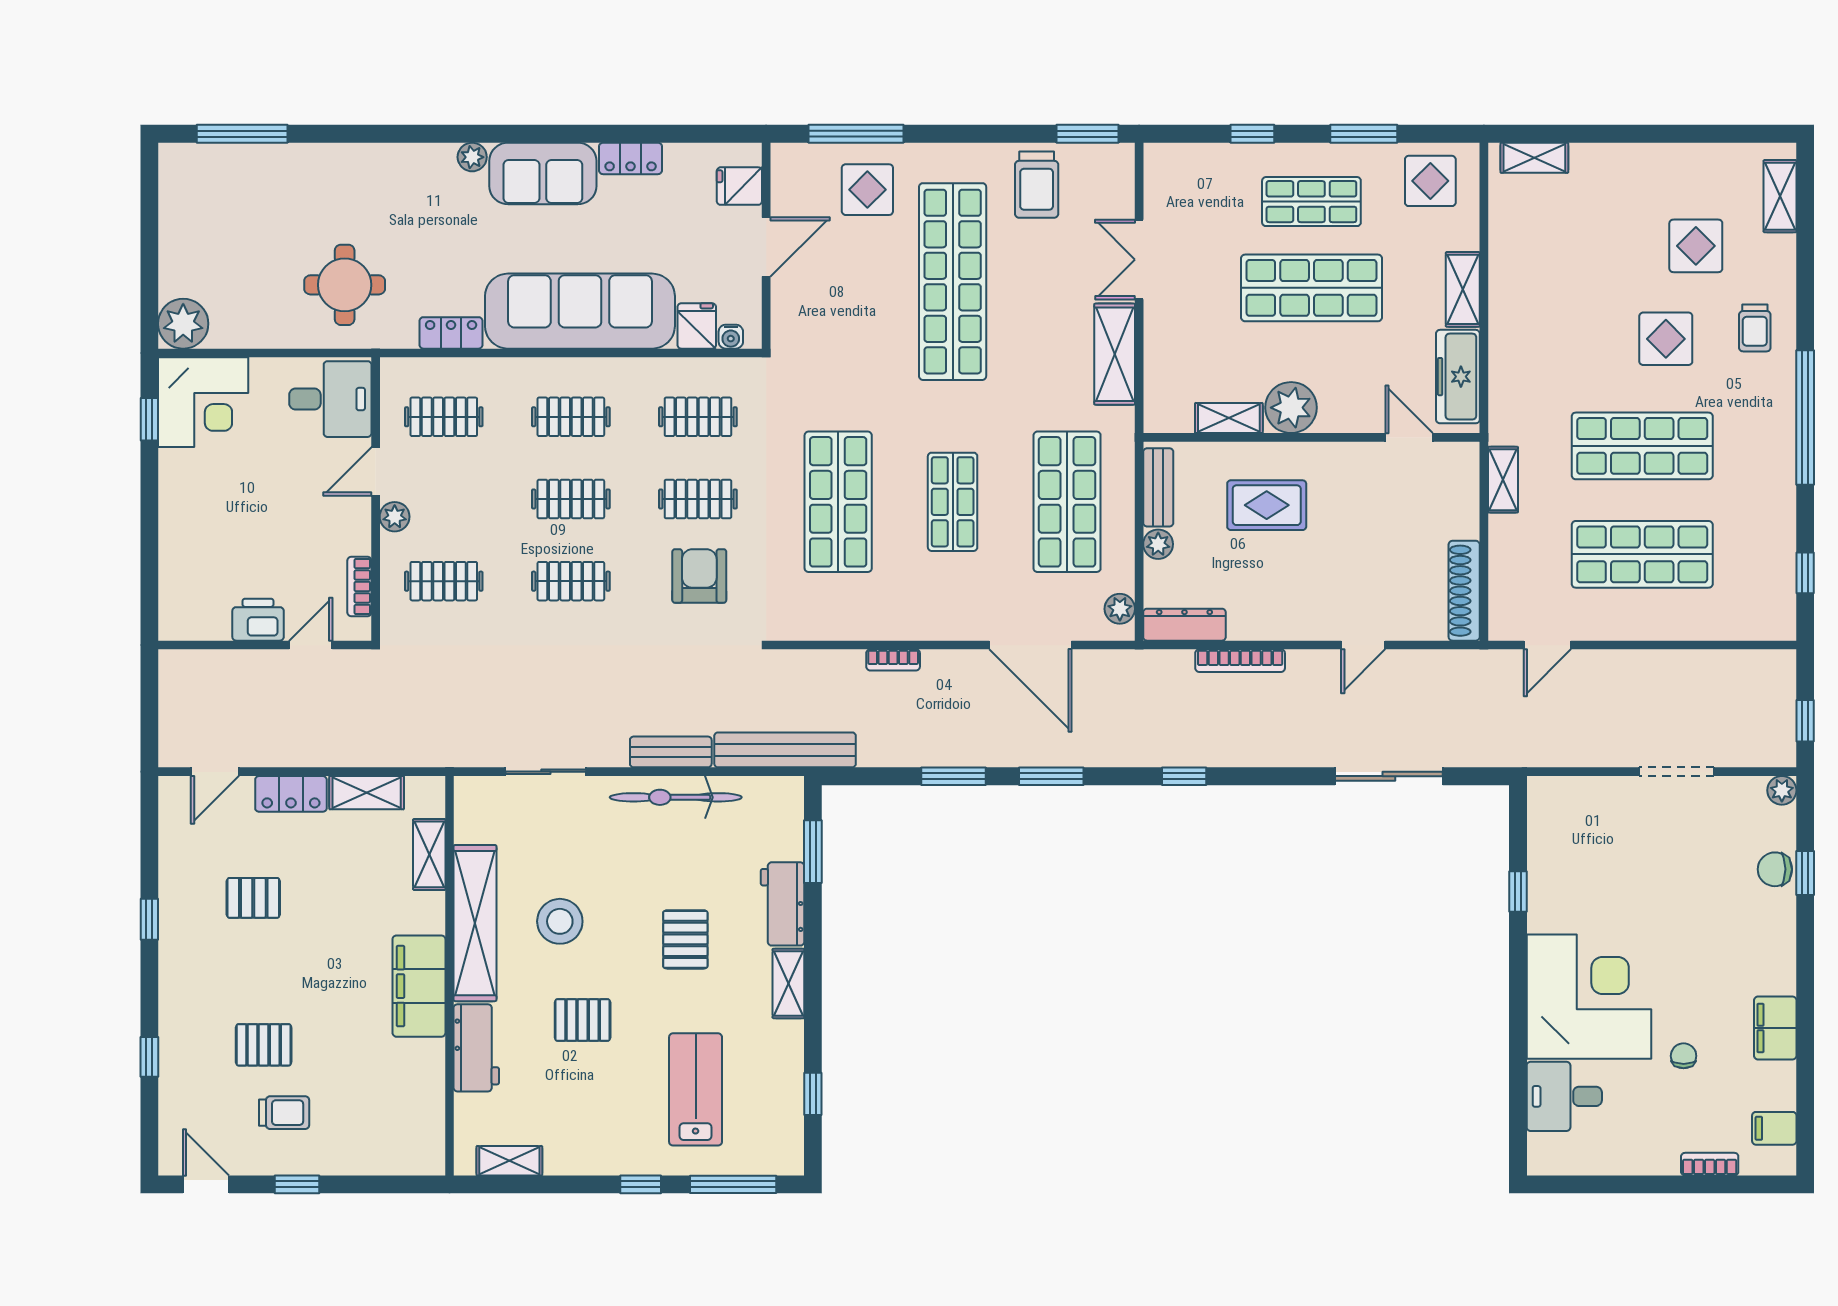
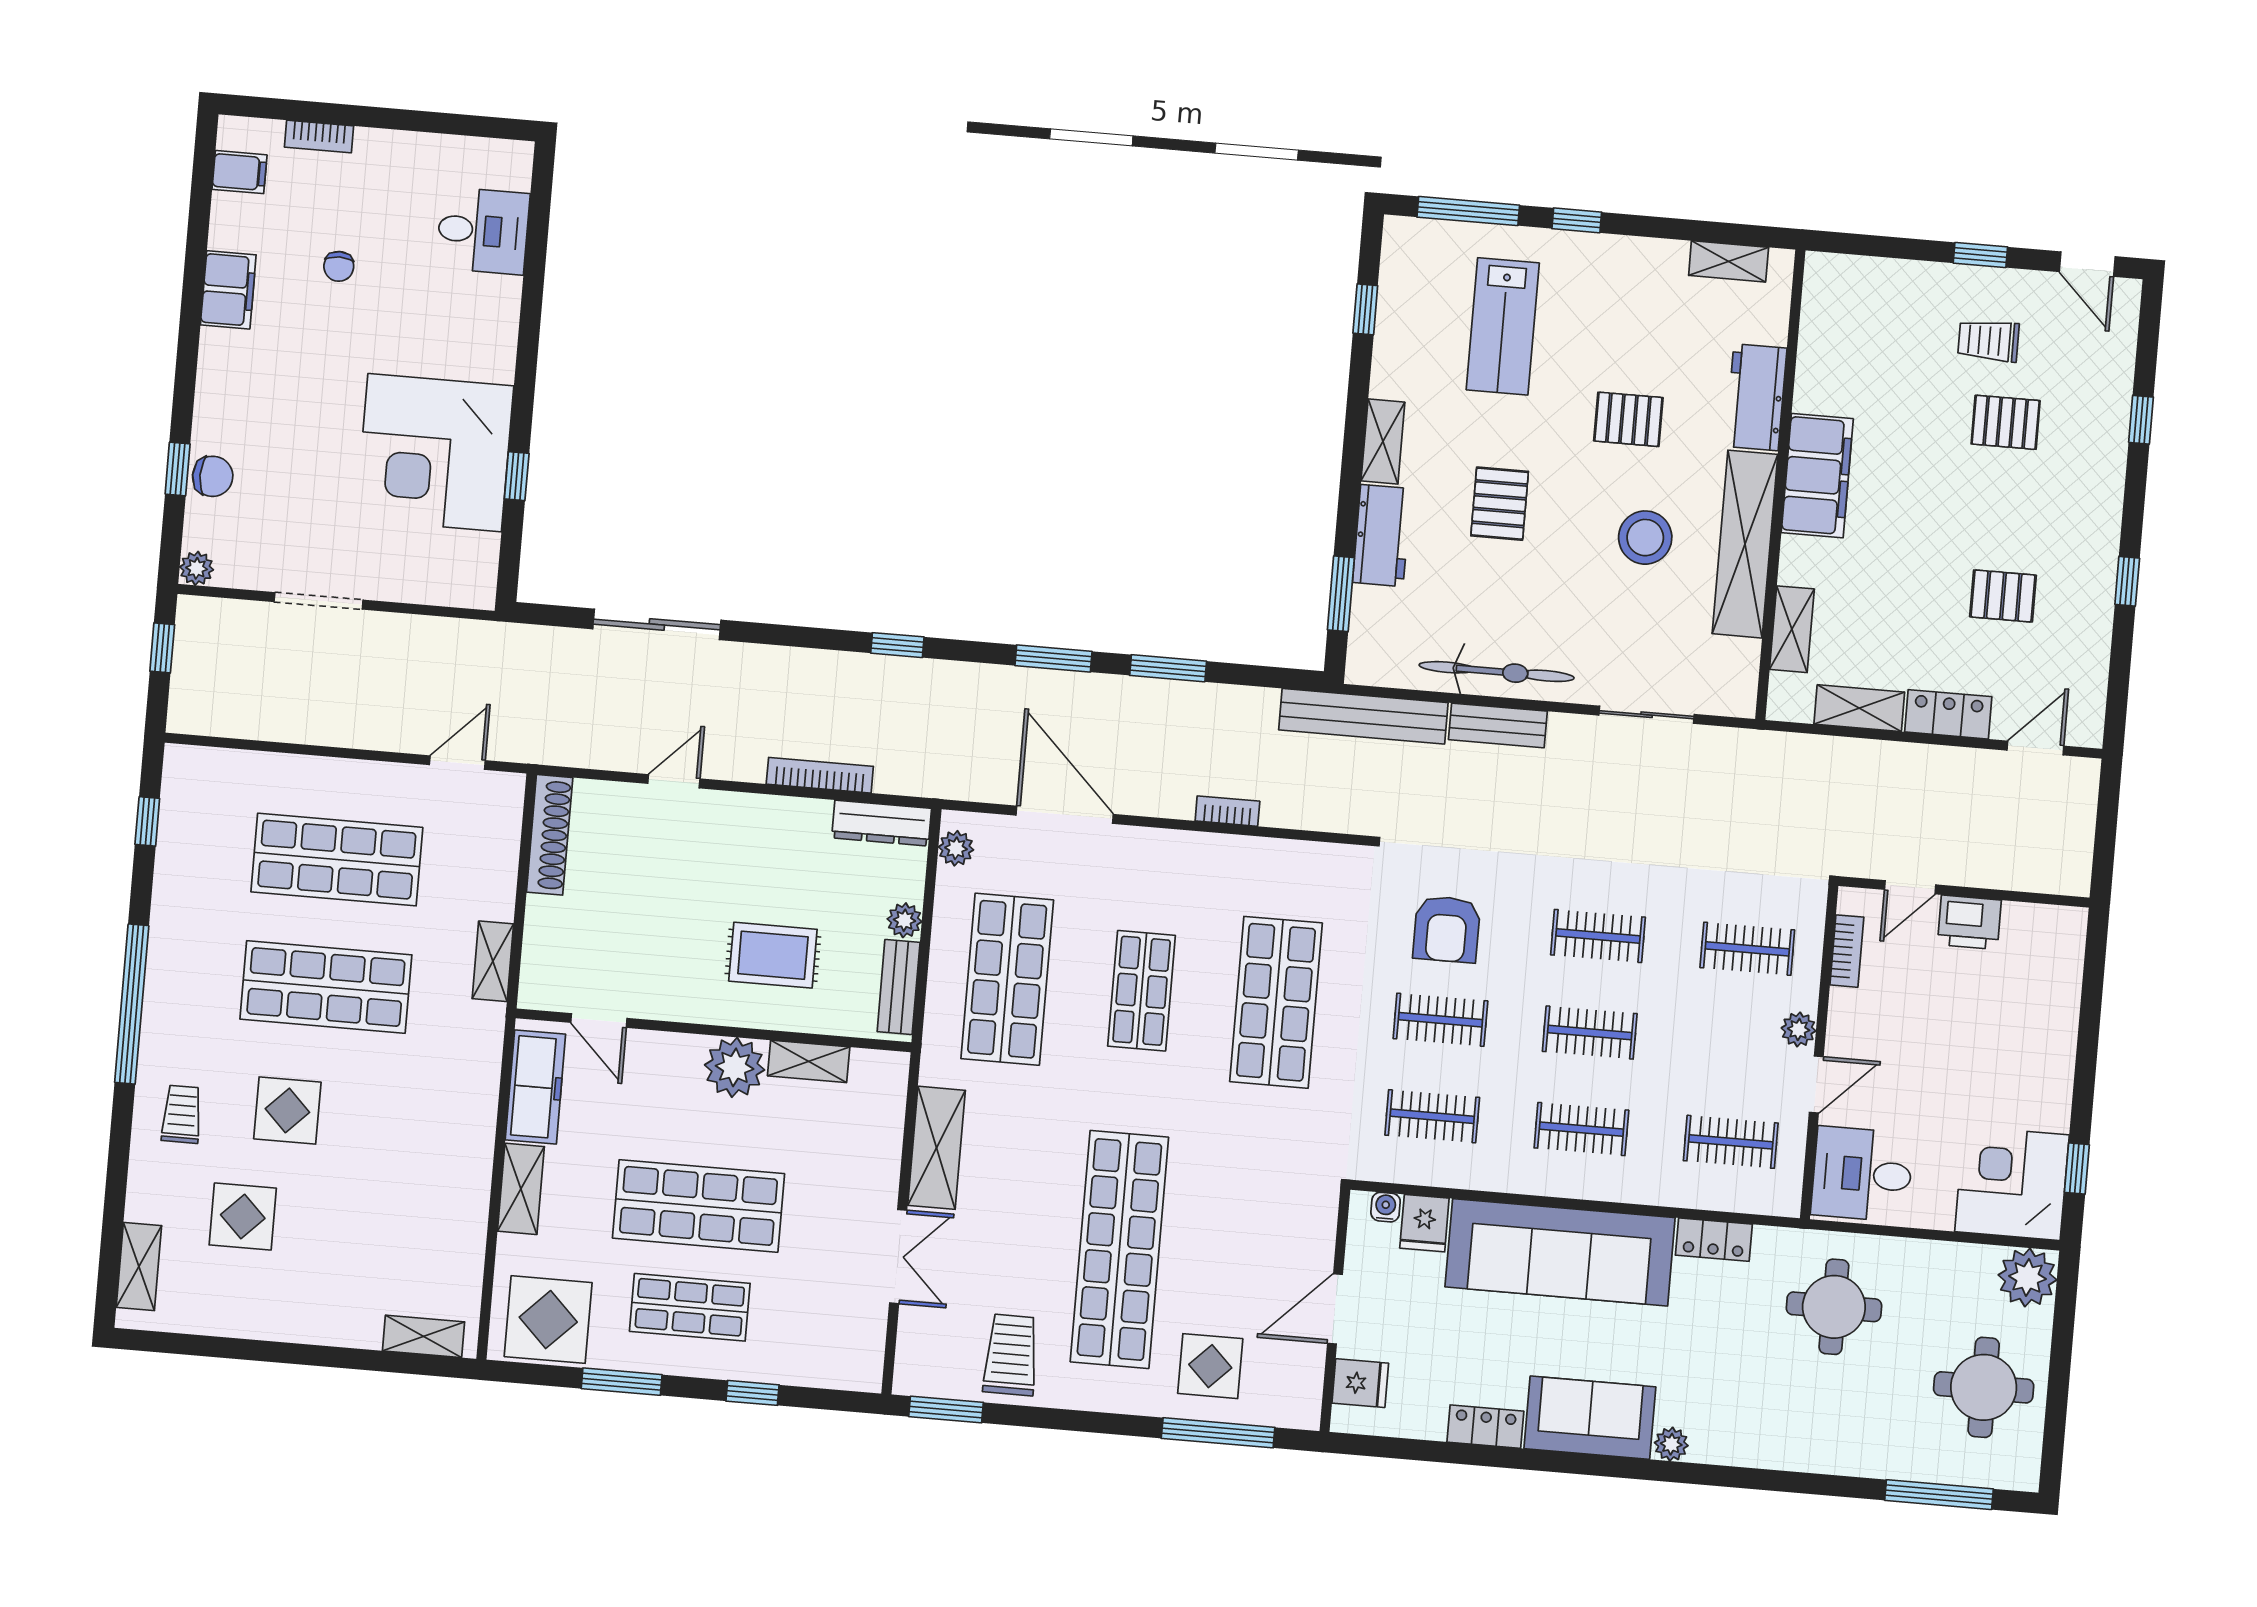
display table: (1430, 181) -> (548, 1320), width x1.36, depth x1.36
round table: (212, 228) -> (1984, 1387), added
corner desk: (1589, 997) -> (435, 453), moved

